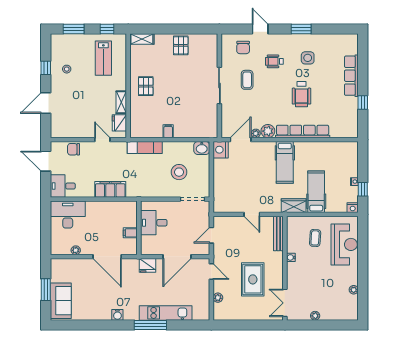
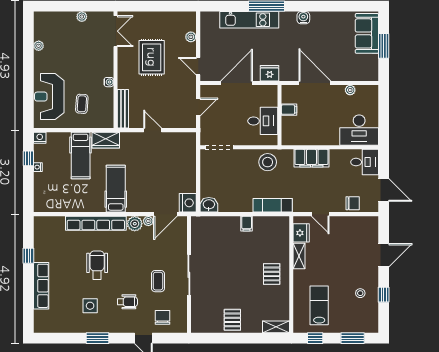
stool: (179, 172) -> (268, 162), moved

